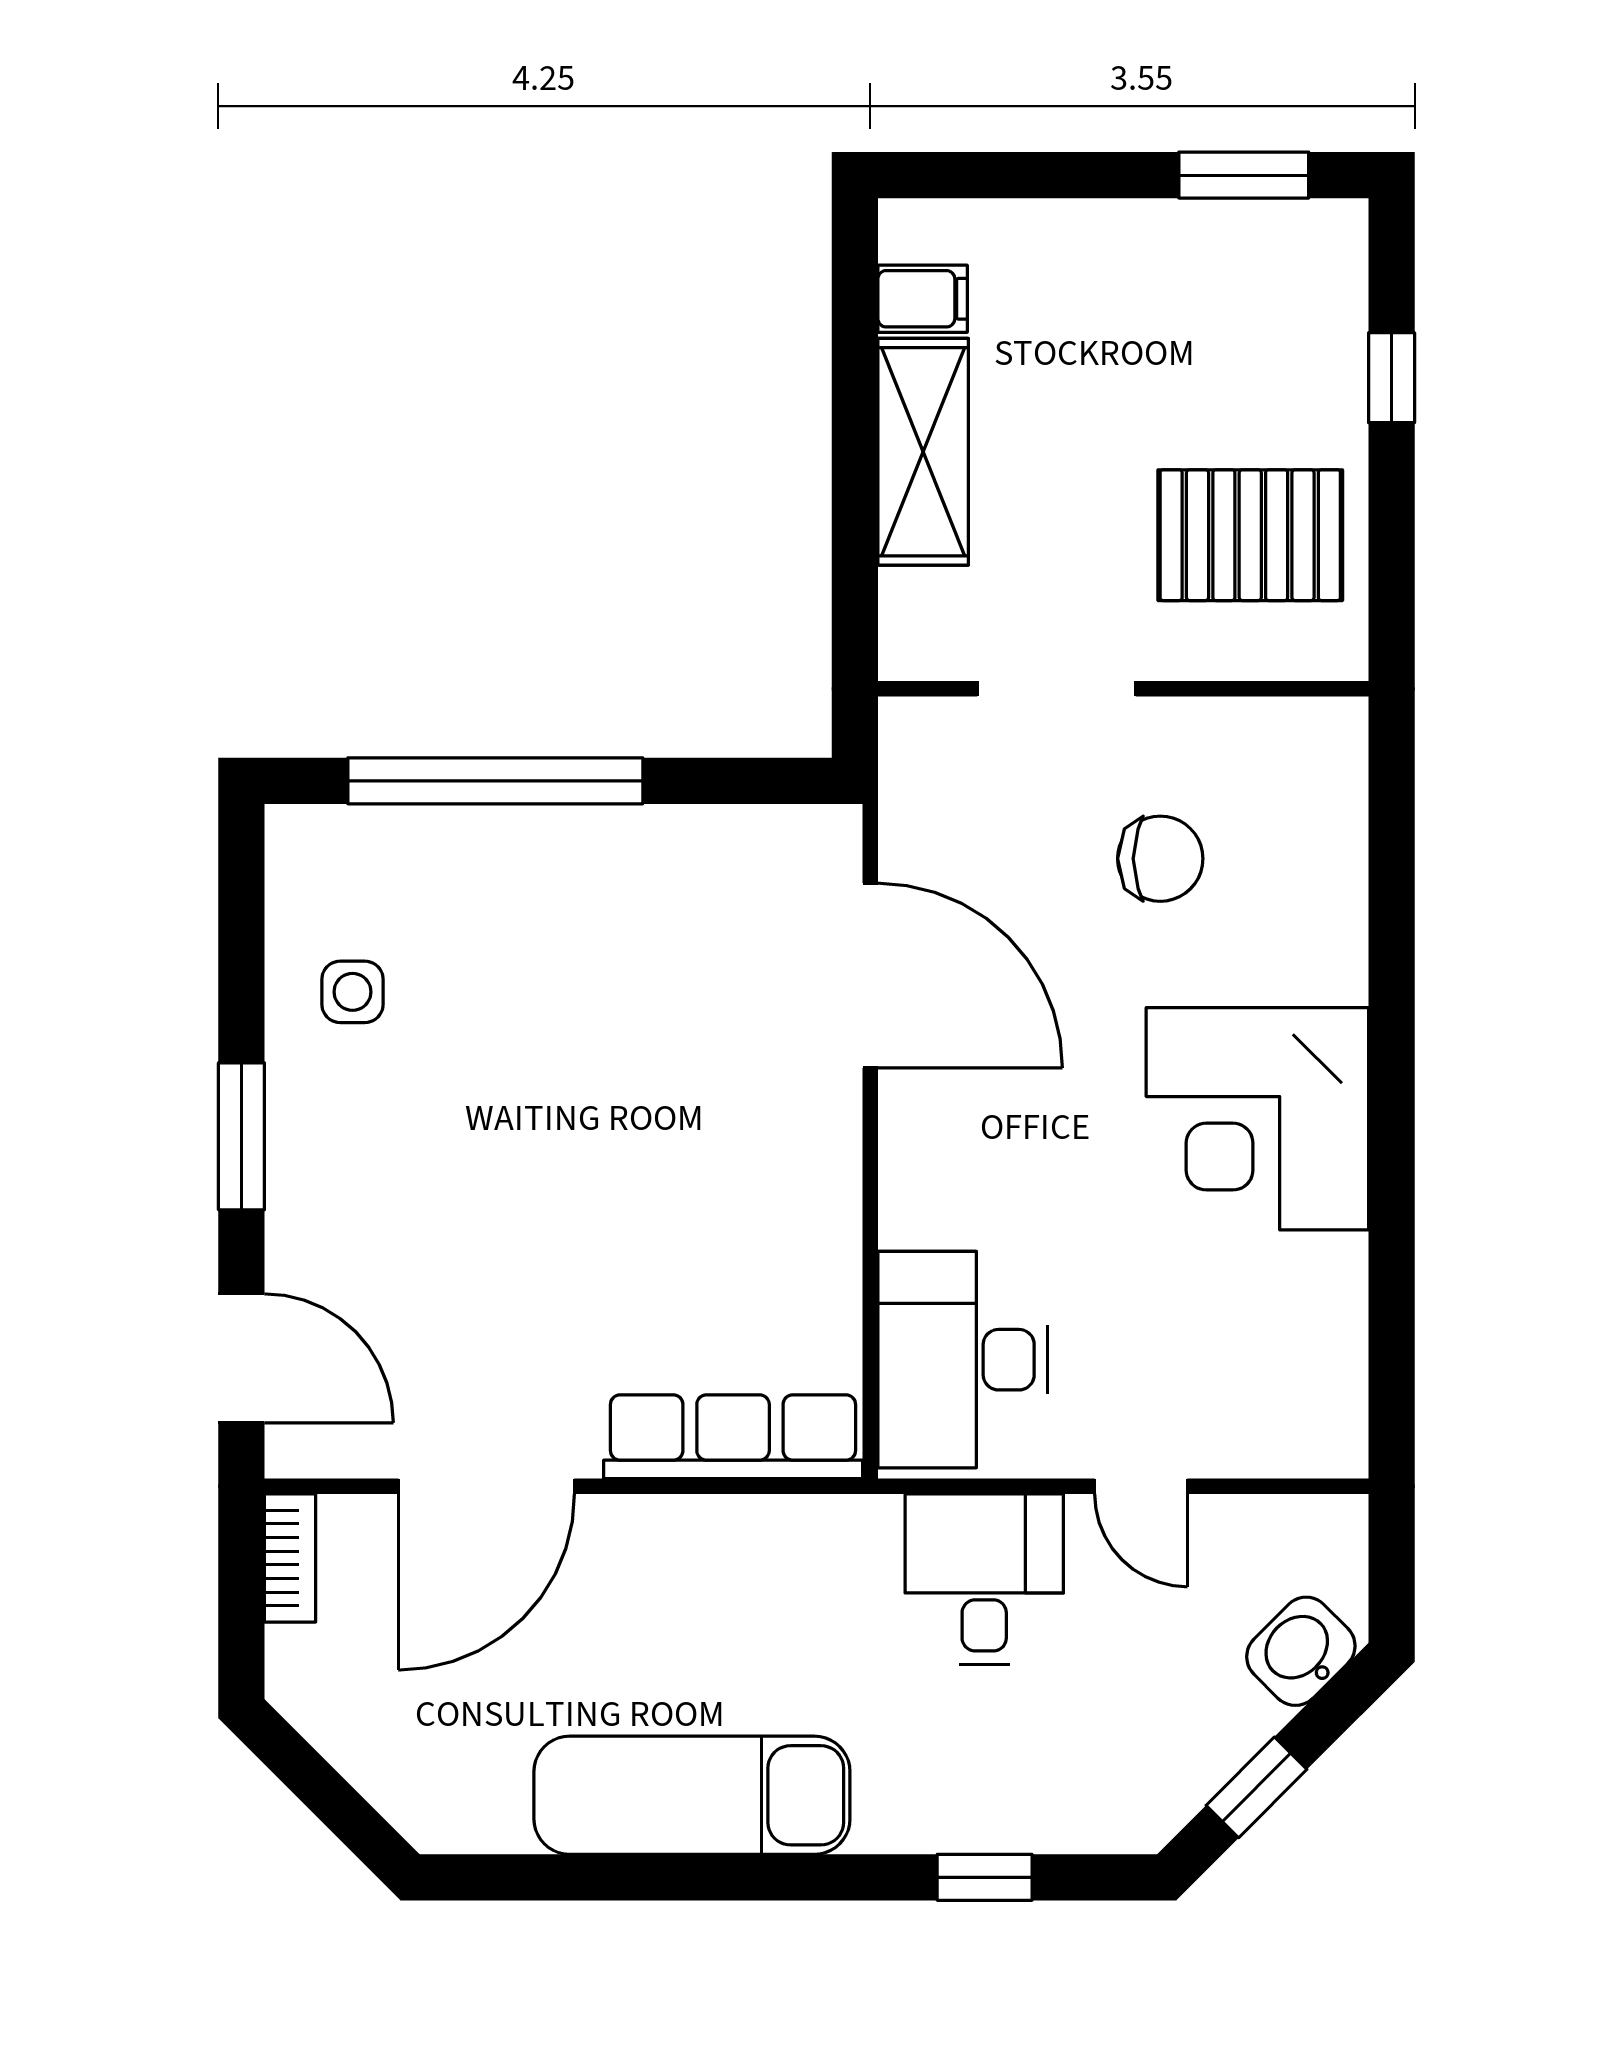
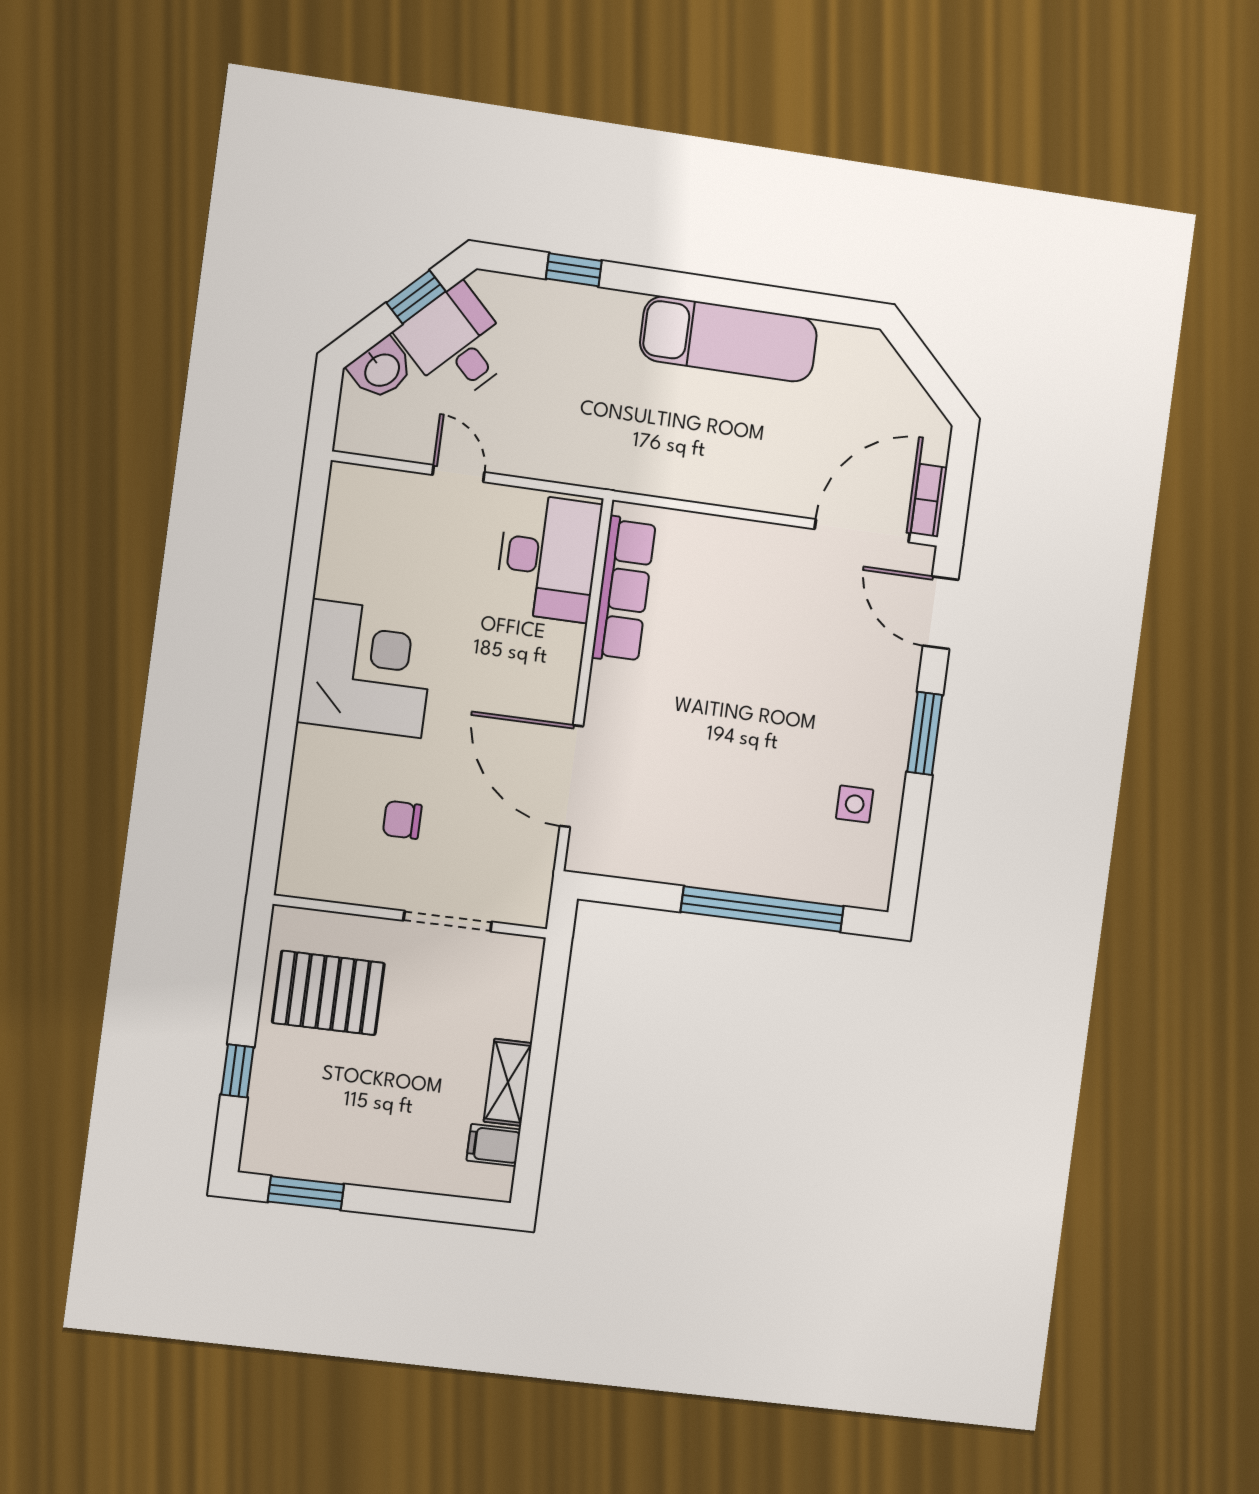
shelving: (923, 452) -> (508, 1082), width x0.67, depth x0.75
chair: (1160, 859) -> (402, 820), width x0.73, depth x0.73
row of seats: (733, 1437) -> (624, 590), moved, turned -90
door: (486, 1486) -> (862, 531), moved
desk: (984, 1579) -> (456, 344), moved, turned 135

